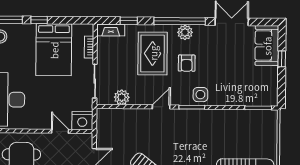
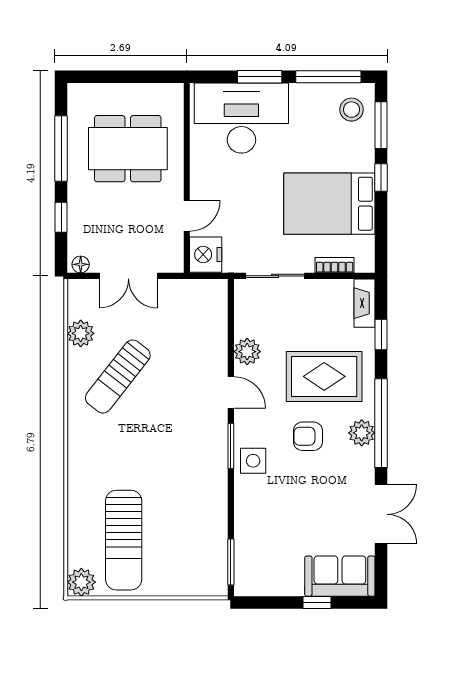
plant: (122, 97) -> (247, 352), moved

